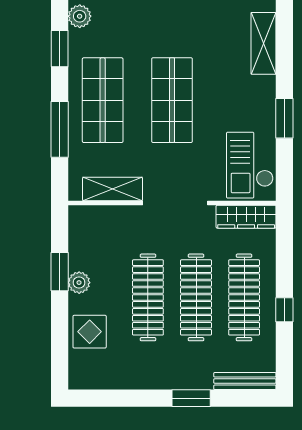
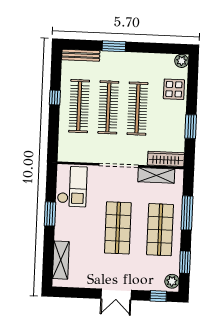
wardrobe: (246, 217) -> (166, 159), moved
plant: (79, 283) -> (181, 61), moved

